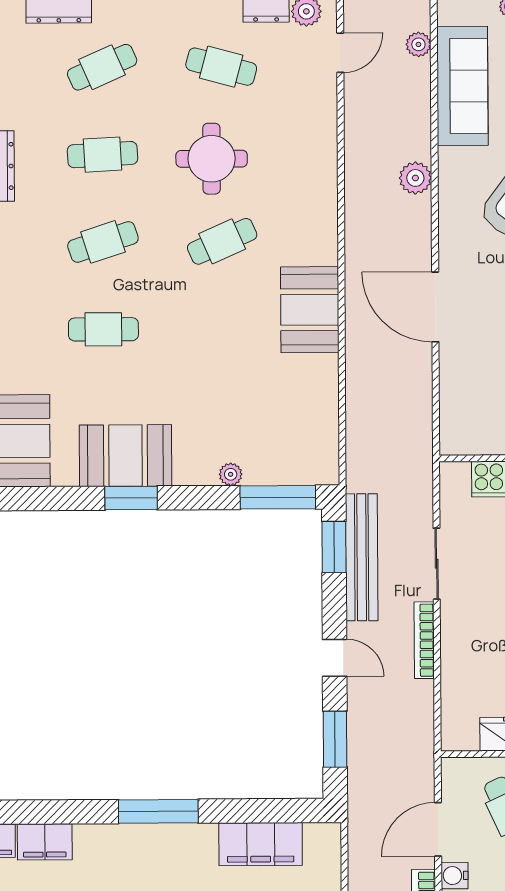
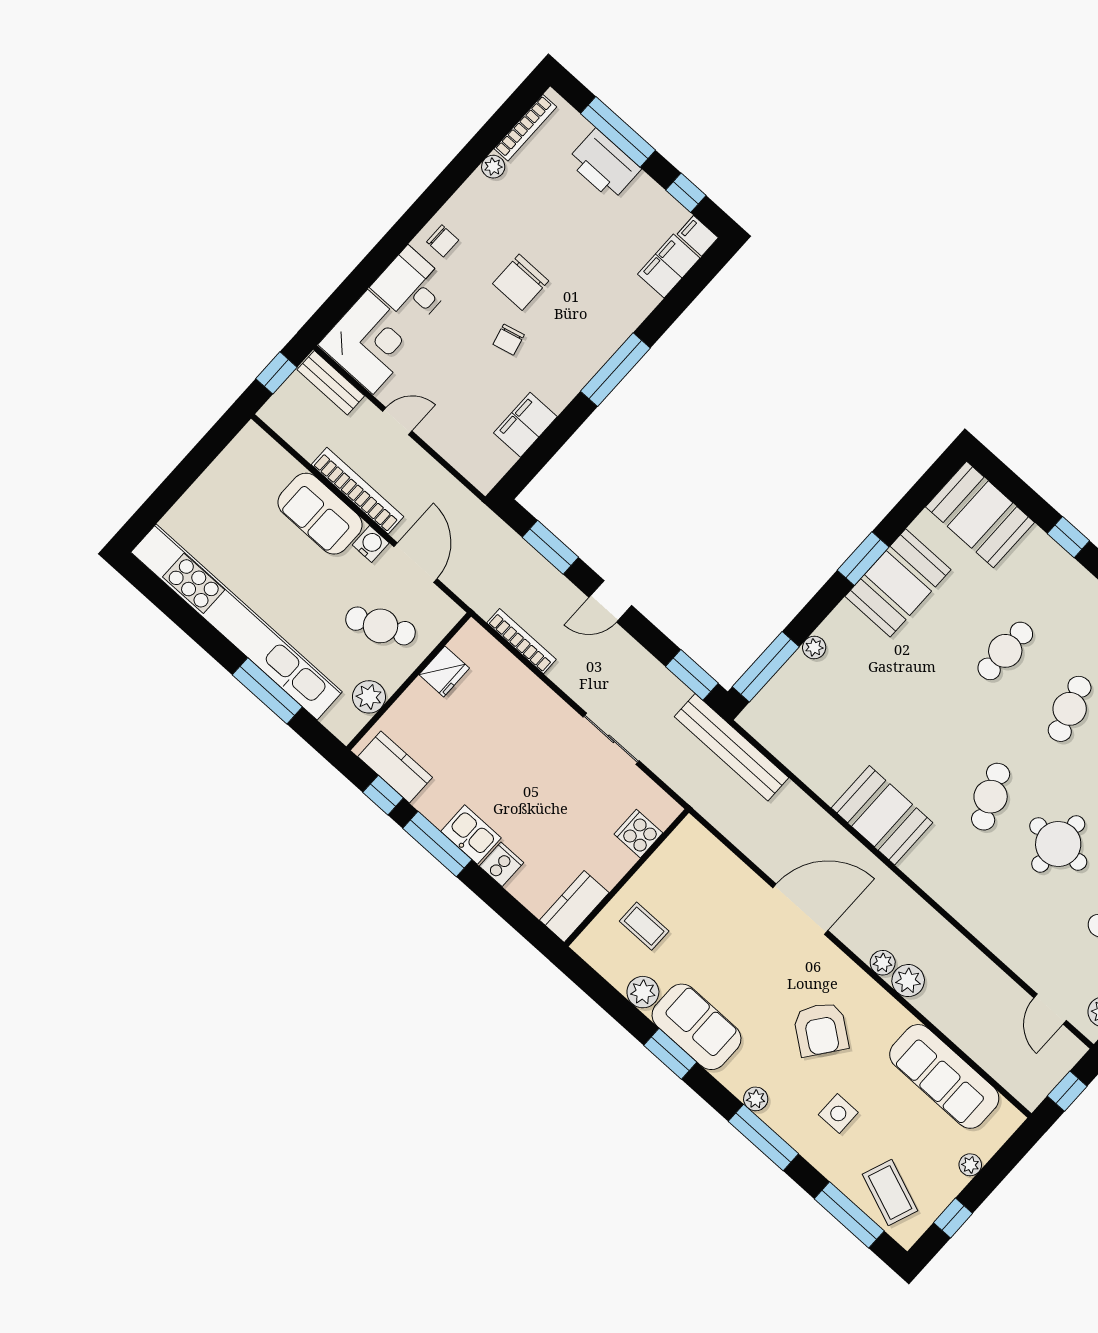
plant: (418, 44) -> (883, 963), moved
bench: (362, 557) -> (731, 747), moved
bookcase: (424, 640) -> (522, 641), moved
filing cabinet: (261, 844) -> (525, 425), width x0.67, depth x0.86

